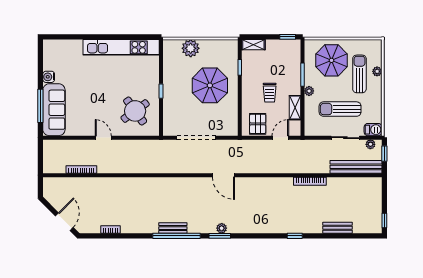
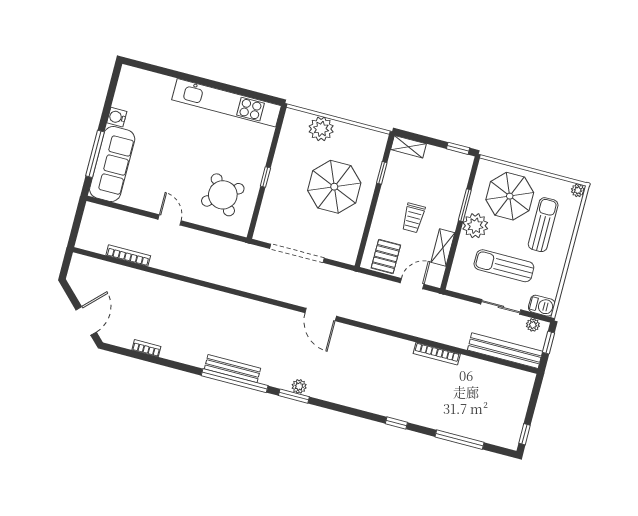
plant: (377, 71) -> (578, 190), moved
plant: (309, 91) -> (475, 226), width x1.88, depth x1.88
bench: (173, 228) -> (232, 369), width x1.36
bench: (337, 228) -> (458, 427), removed
window: (341, 236) -> (460, 440), added

